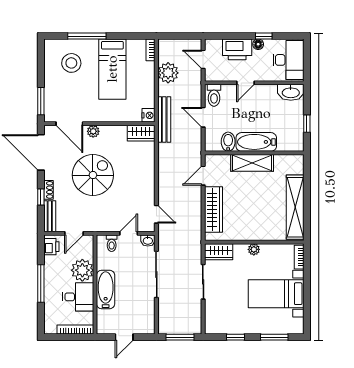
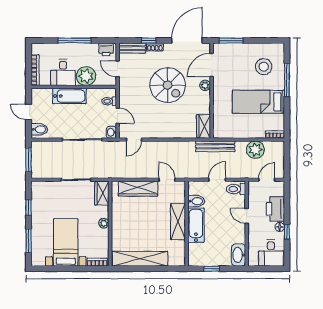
desk: (289, 60) -> (271, 253), width x0.73
nightstand: (149, 115) -> (219, 133), removed
bidet: (144, 325) -> (39, 129), added

